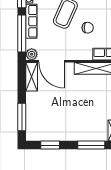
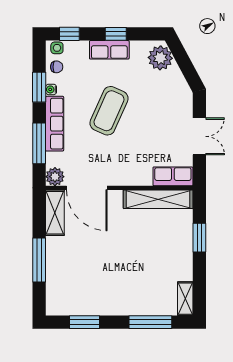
chair: (88, 28) -> (145, 134), removed
window: (22, 33) -> (39, 143), width x0.68
window: (22, 117) -> (39, 260), moved

